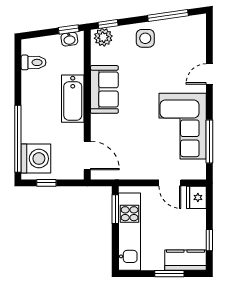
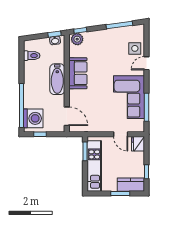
side table: (145, 38) -> (135, 48), moved

